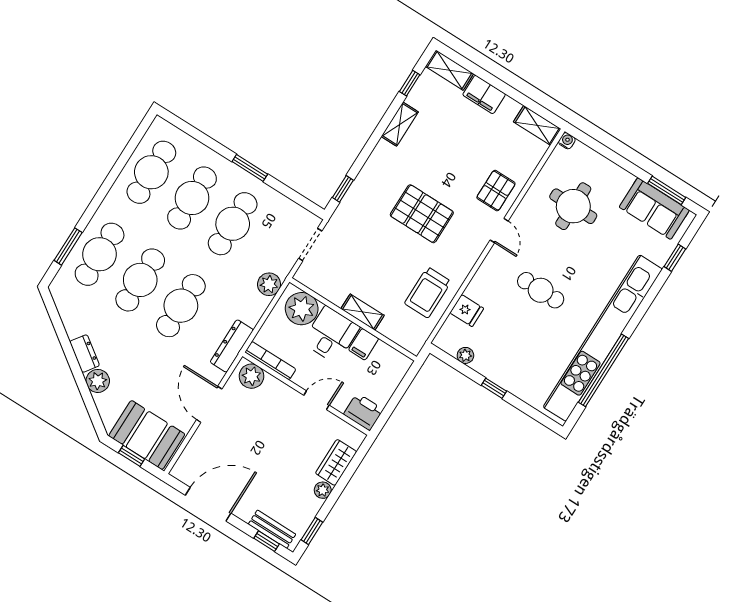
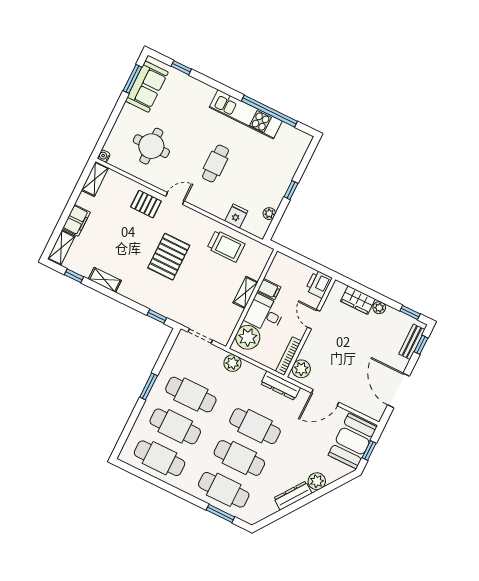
kitchen unit: (603, 338) -> (246, 114), width x0.54
dresser: (84, 354) -> (293, 496), width x1.44

